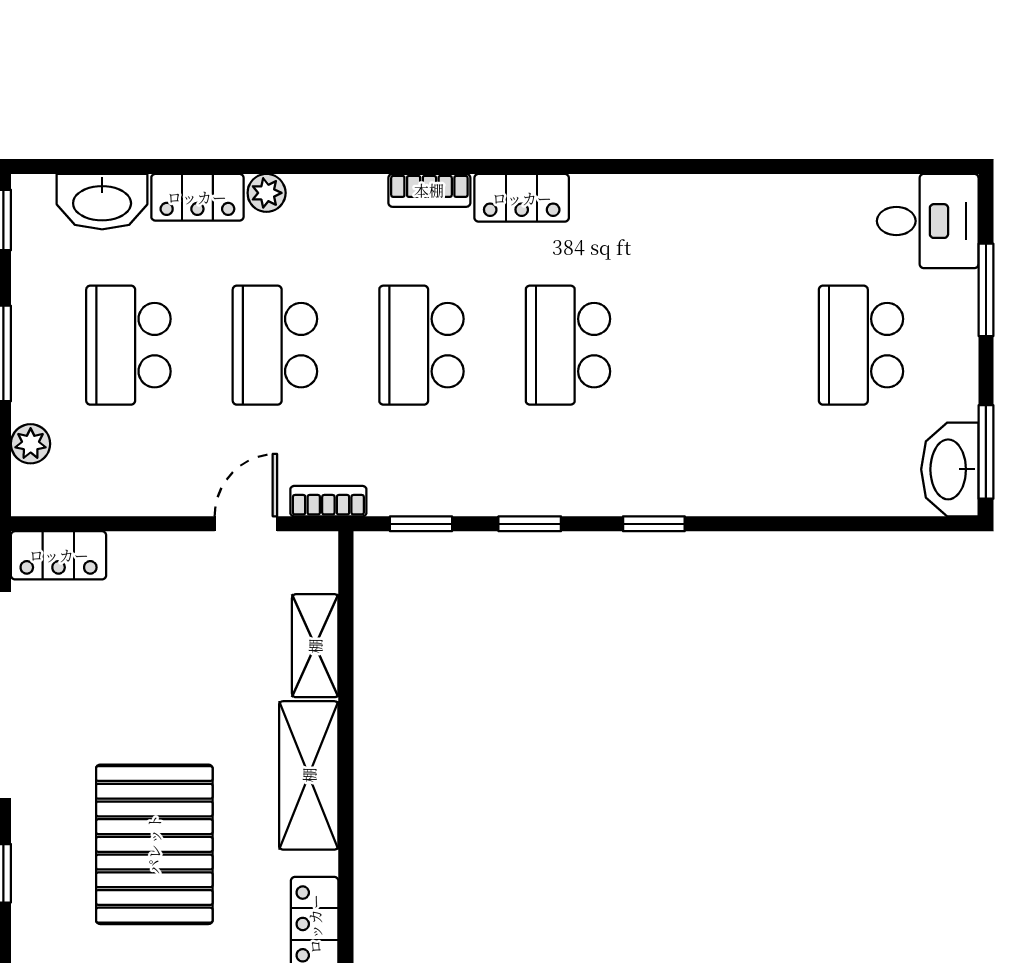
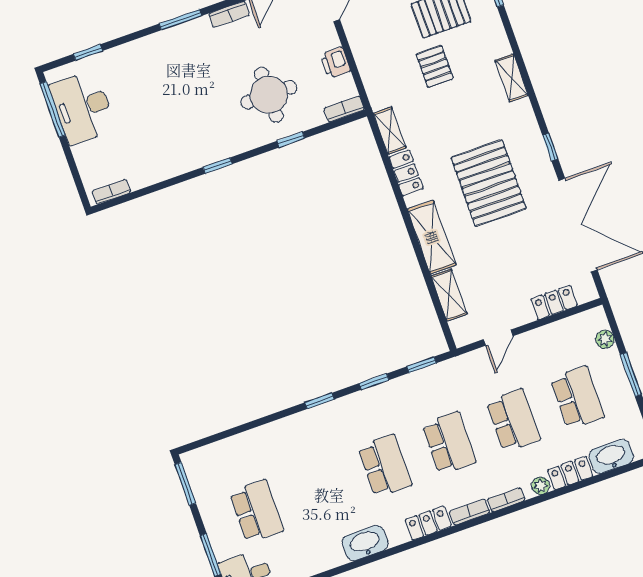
washbasin: (950, 469) -> (365, 543), moved, turned -90
bookcase: (328, 501) -> (506, 500), moved, turned 180
locker: (59, 555) -> (554, 302), moved

